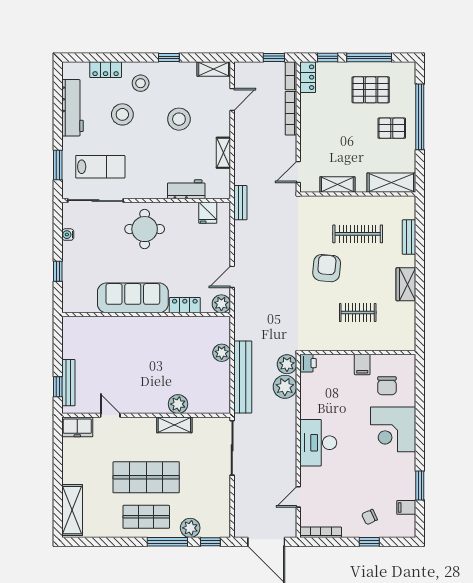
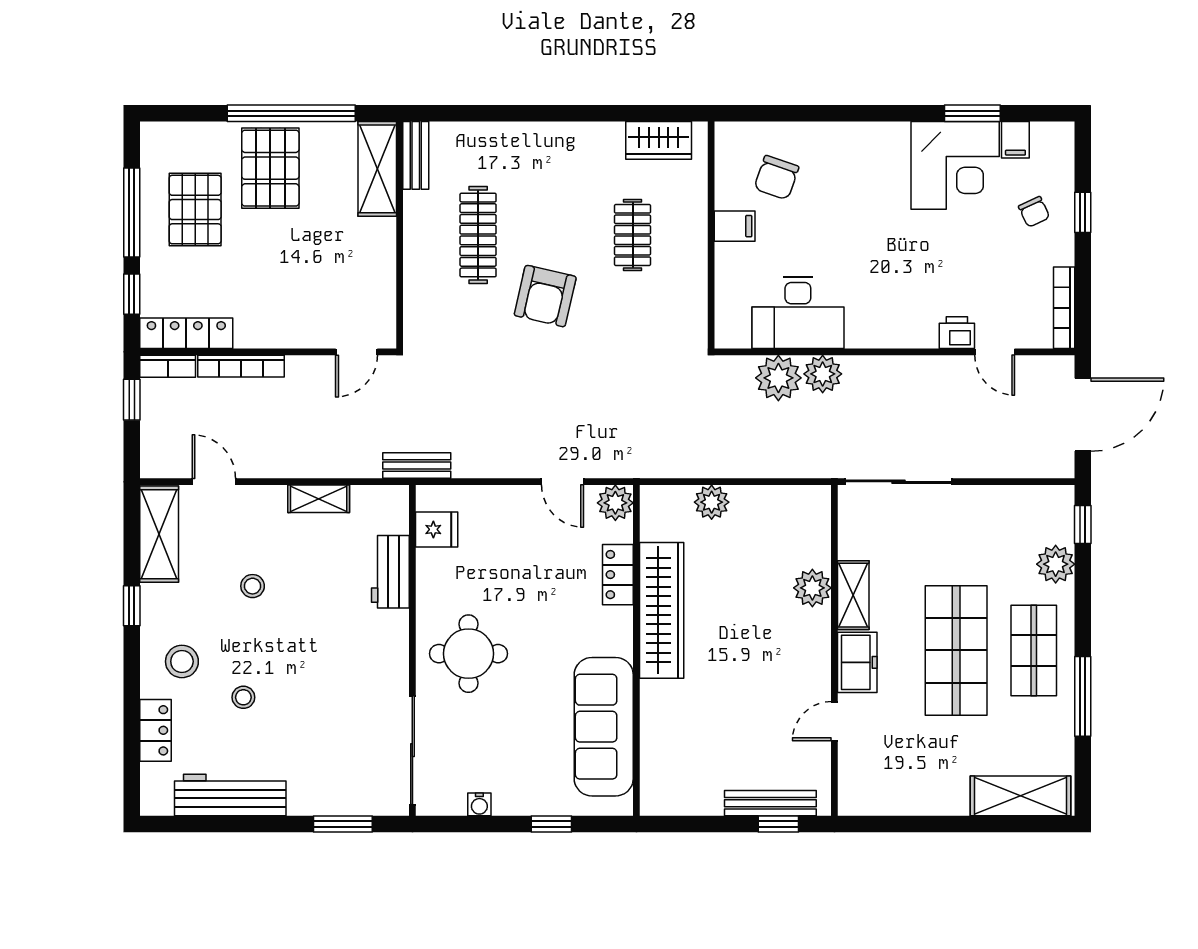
shelving: (214, 69) -> (159, 534), width x1.50, depth x1.33
locker: (308, 77) -> (186, 333), width x1.53
stool: (122, 114) -> (243, 697), width x0.53, depth x0.53
window: (420, 117) -> (291, 113), moved
stool: (179, 119) -> (253, 586), width x0.53, depth x0.53
pallet: (392, 128) -> (270, 168), width x1.50, depth x1.42
lab bench: (100, 167) -> (346, 741), removed
door: (298, 172) -> (357, 352), hinge flipped
shelving: (337, 184) -> (381, 275), removed
bench: (409, 237) -> (416, 155), moved, turned 90
armchair: (327, 268) -> (545, 296), turned -82
wardrobe: (406, 284) -> (659, 140), moved
sofa: (133, 298) -> (604, 727), moved
wardrobe: (167, 327) -> (662, 610), added
printer: (308, 363) -> (957, 333), moved
plant: (287, 364) -> (823, 374), moved
bench: (243, 377) -> (759, 461), removed
chair: (387, 386) -> (776, 178), turned 109
freezer: (77, 427) -> (857, 662), moved
corner desk: (393, 429) -> (955, 165), moved
desk: (318, 443) -> (798, 313), moved
window: (167, 542) -> (1083, 696), moved

